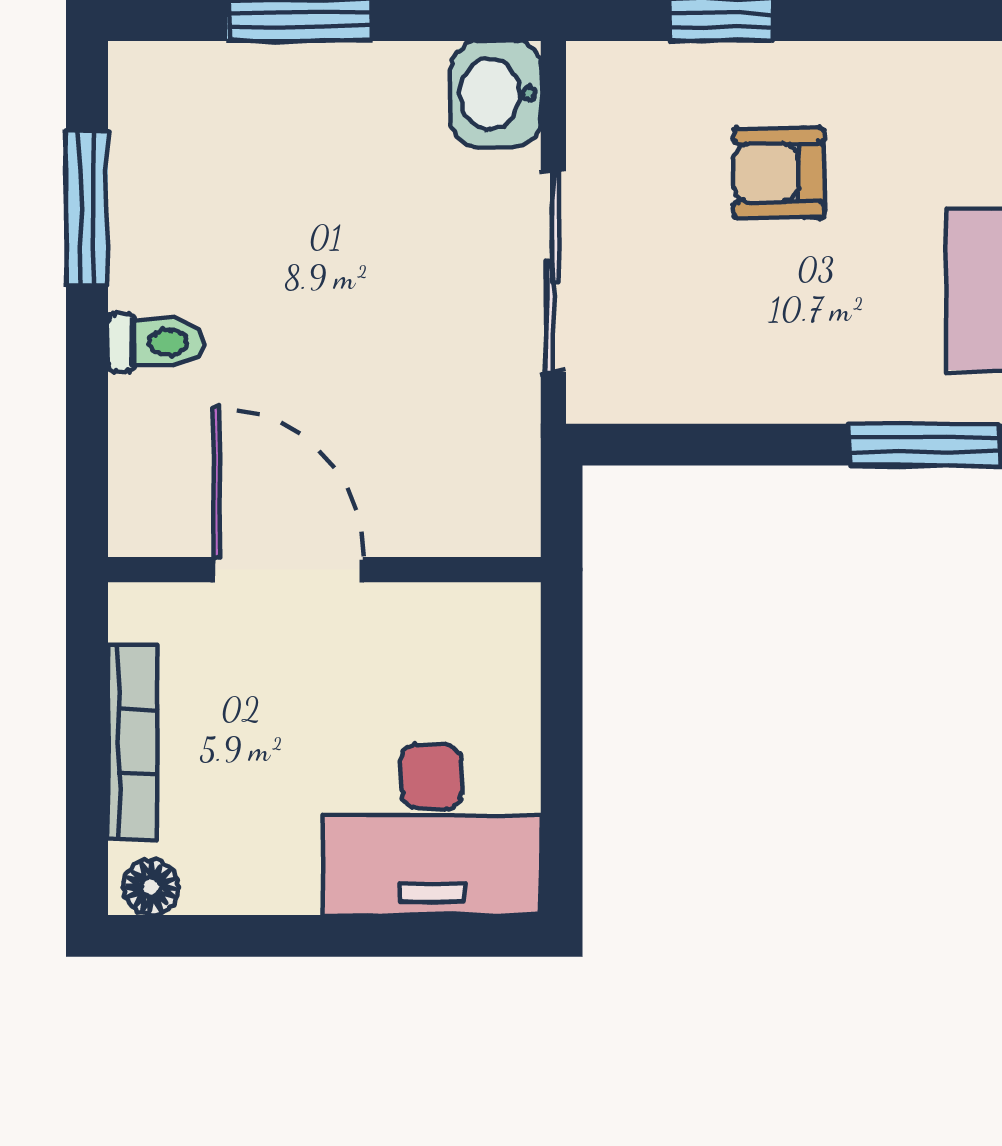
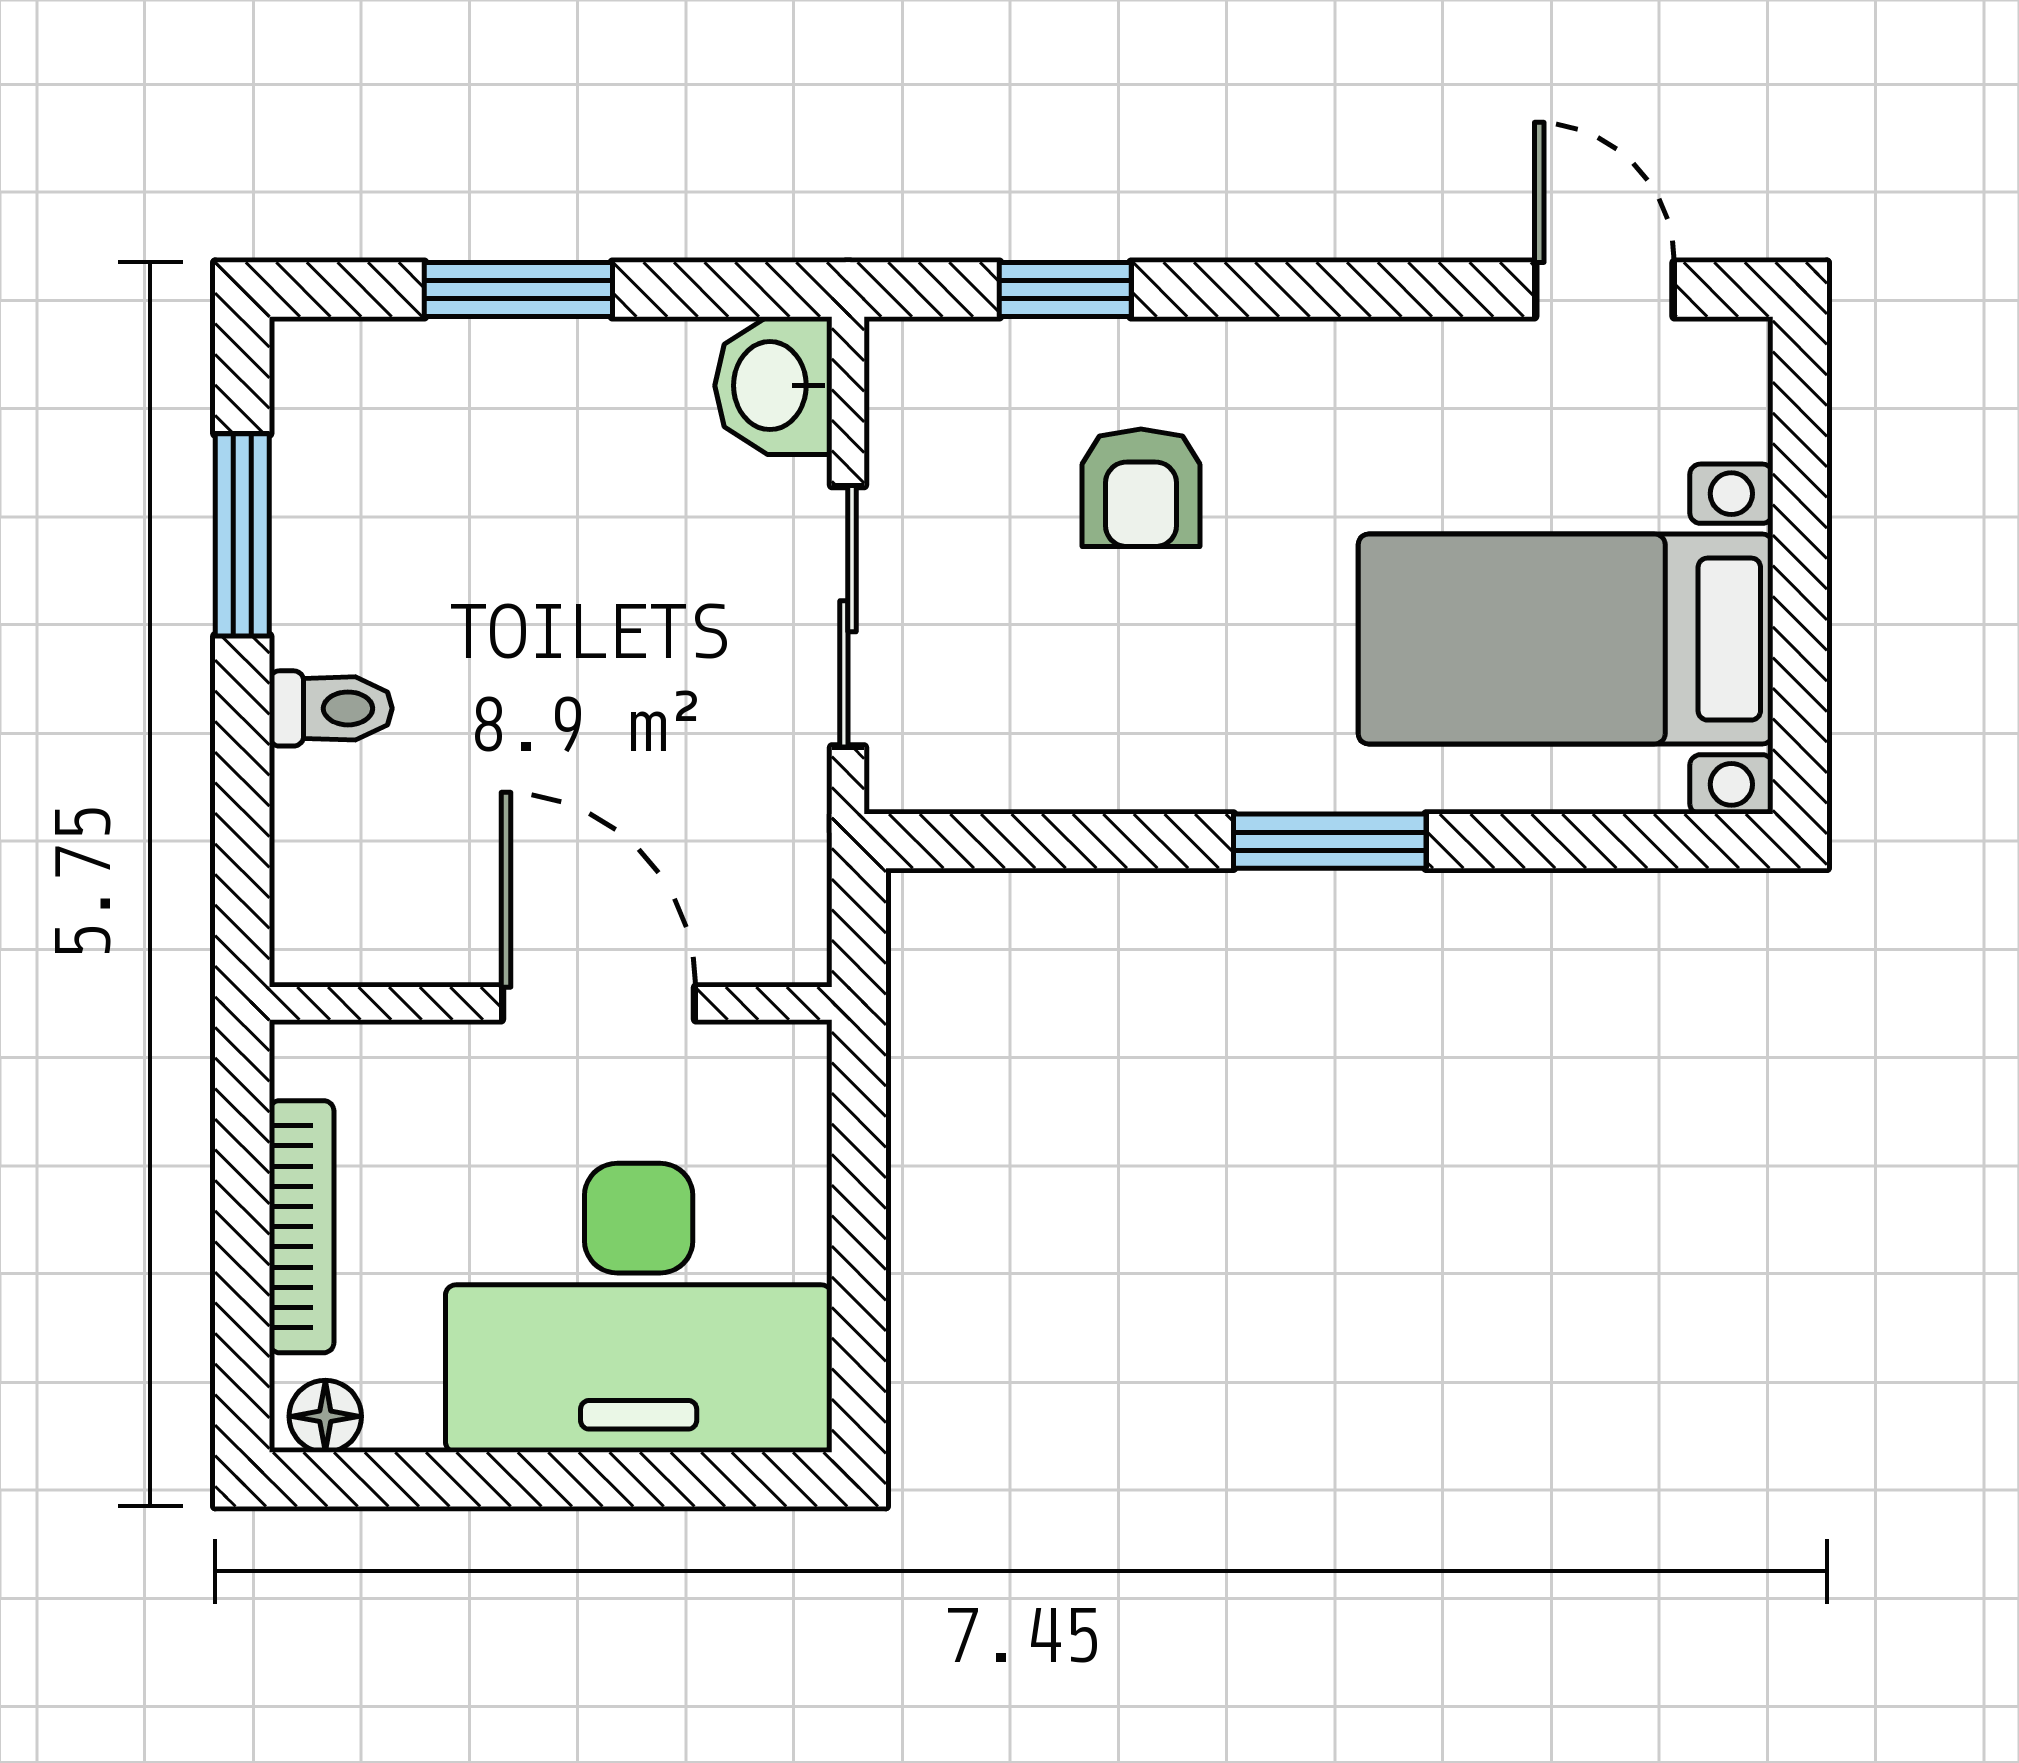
armchair: (779, 173) -> (1141, 488), turned -90
door: (288, 570) -> (598, 1003), moved
desk: (432, 829) -> (639, 1308), width x1.36, depth x1.30

